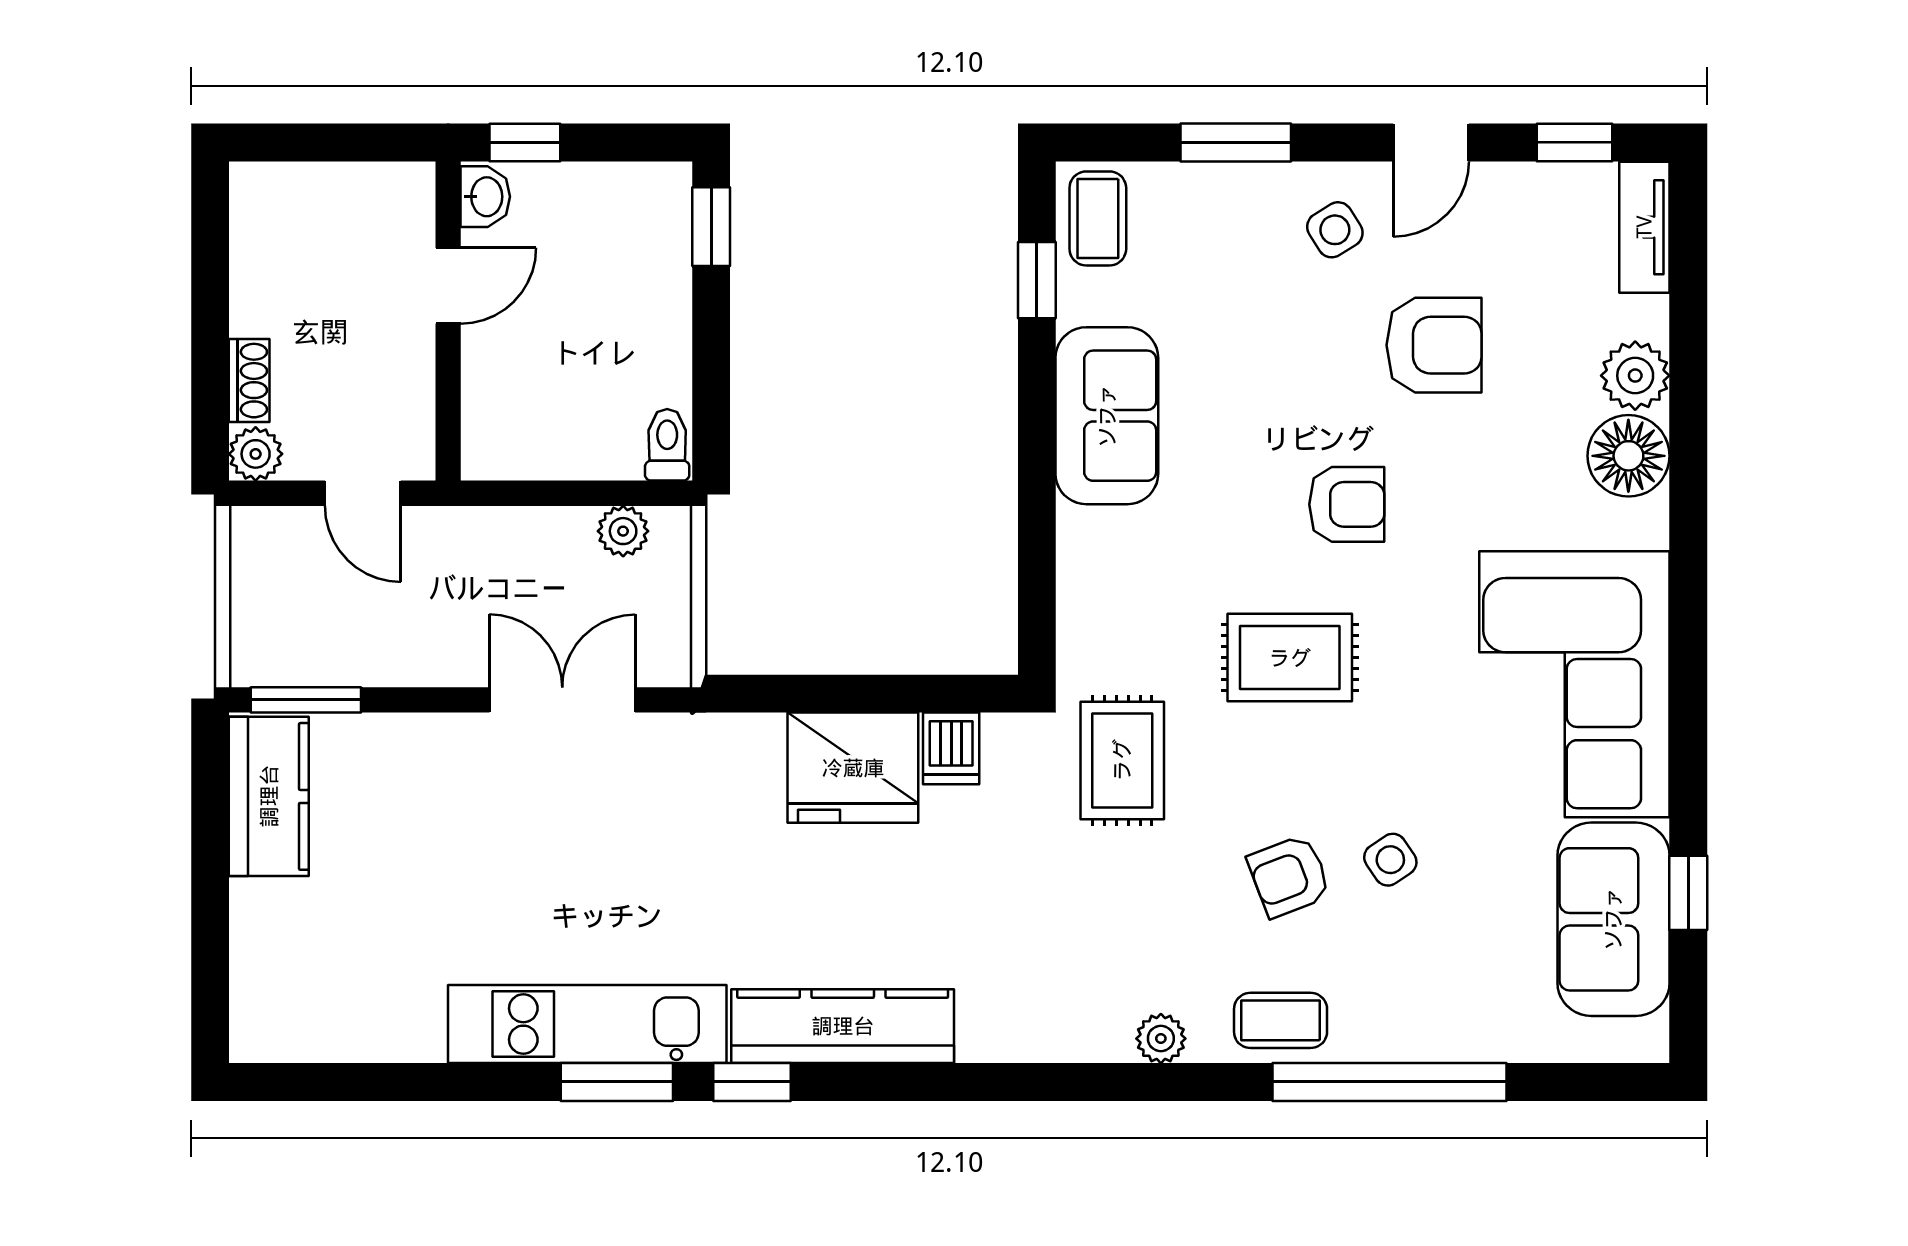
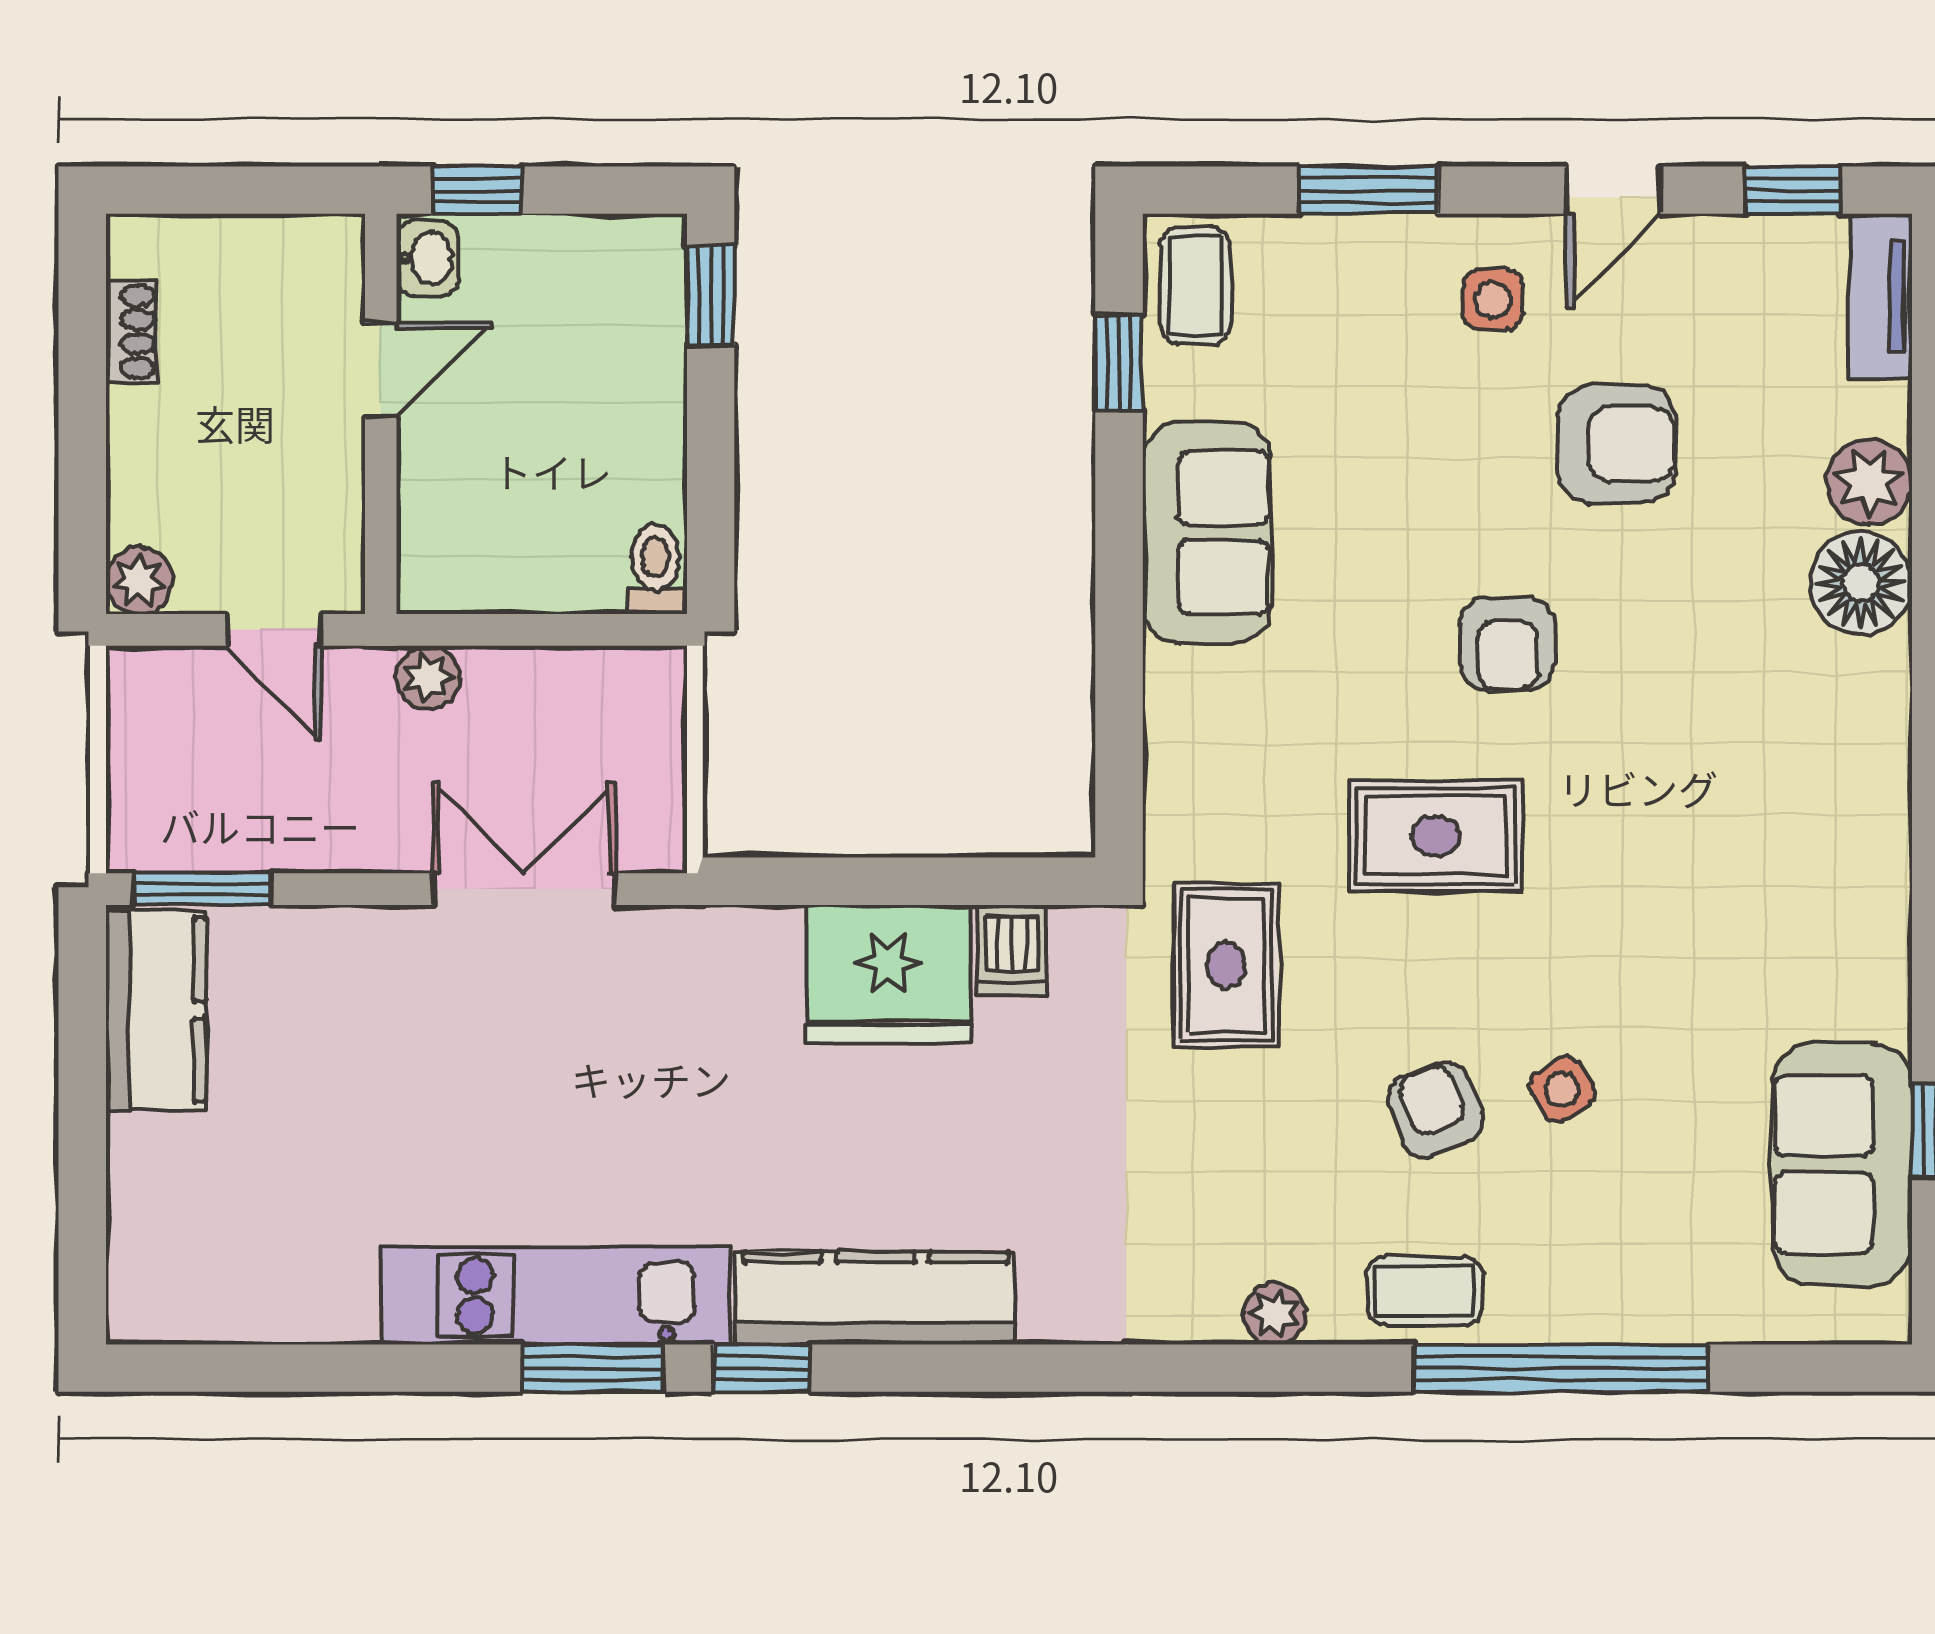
side table: (1335, 230) -> (1493, 300), turned 32
shoe rack: (249, 381) -> (131, 332), moved
armchair: (1347, 504) -> (1508, 644), turned 90
plant: (623, 531) -> (428, 677), moved
corner sofa: (1574, 684) -> (1793, 870), removed
armchair: (1289, 876) -> (1435, 1110), turned 90

